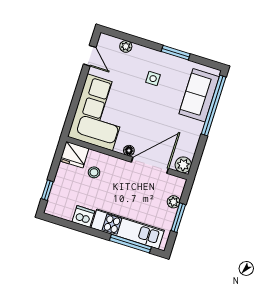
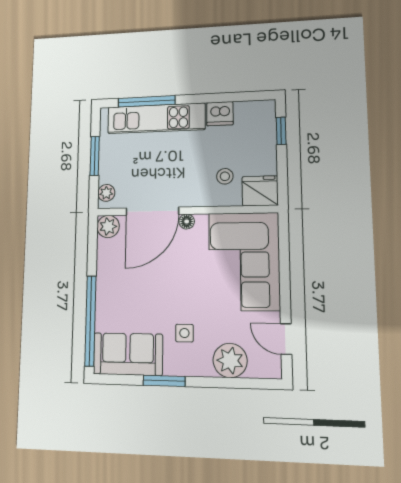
plant: (126, 46) -> (230, 360), width x1.88, depth x1.88
sofa: (199, 95) -> (128, 354), moved, turned -90
plant: (174, 202) -> (106, 193), moved

